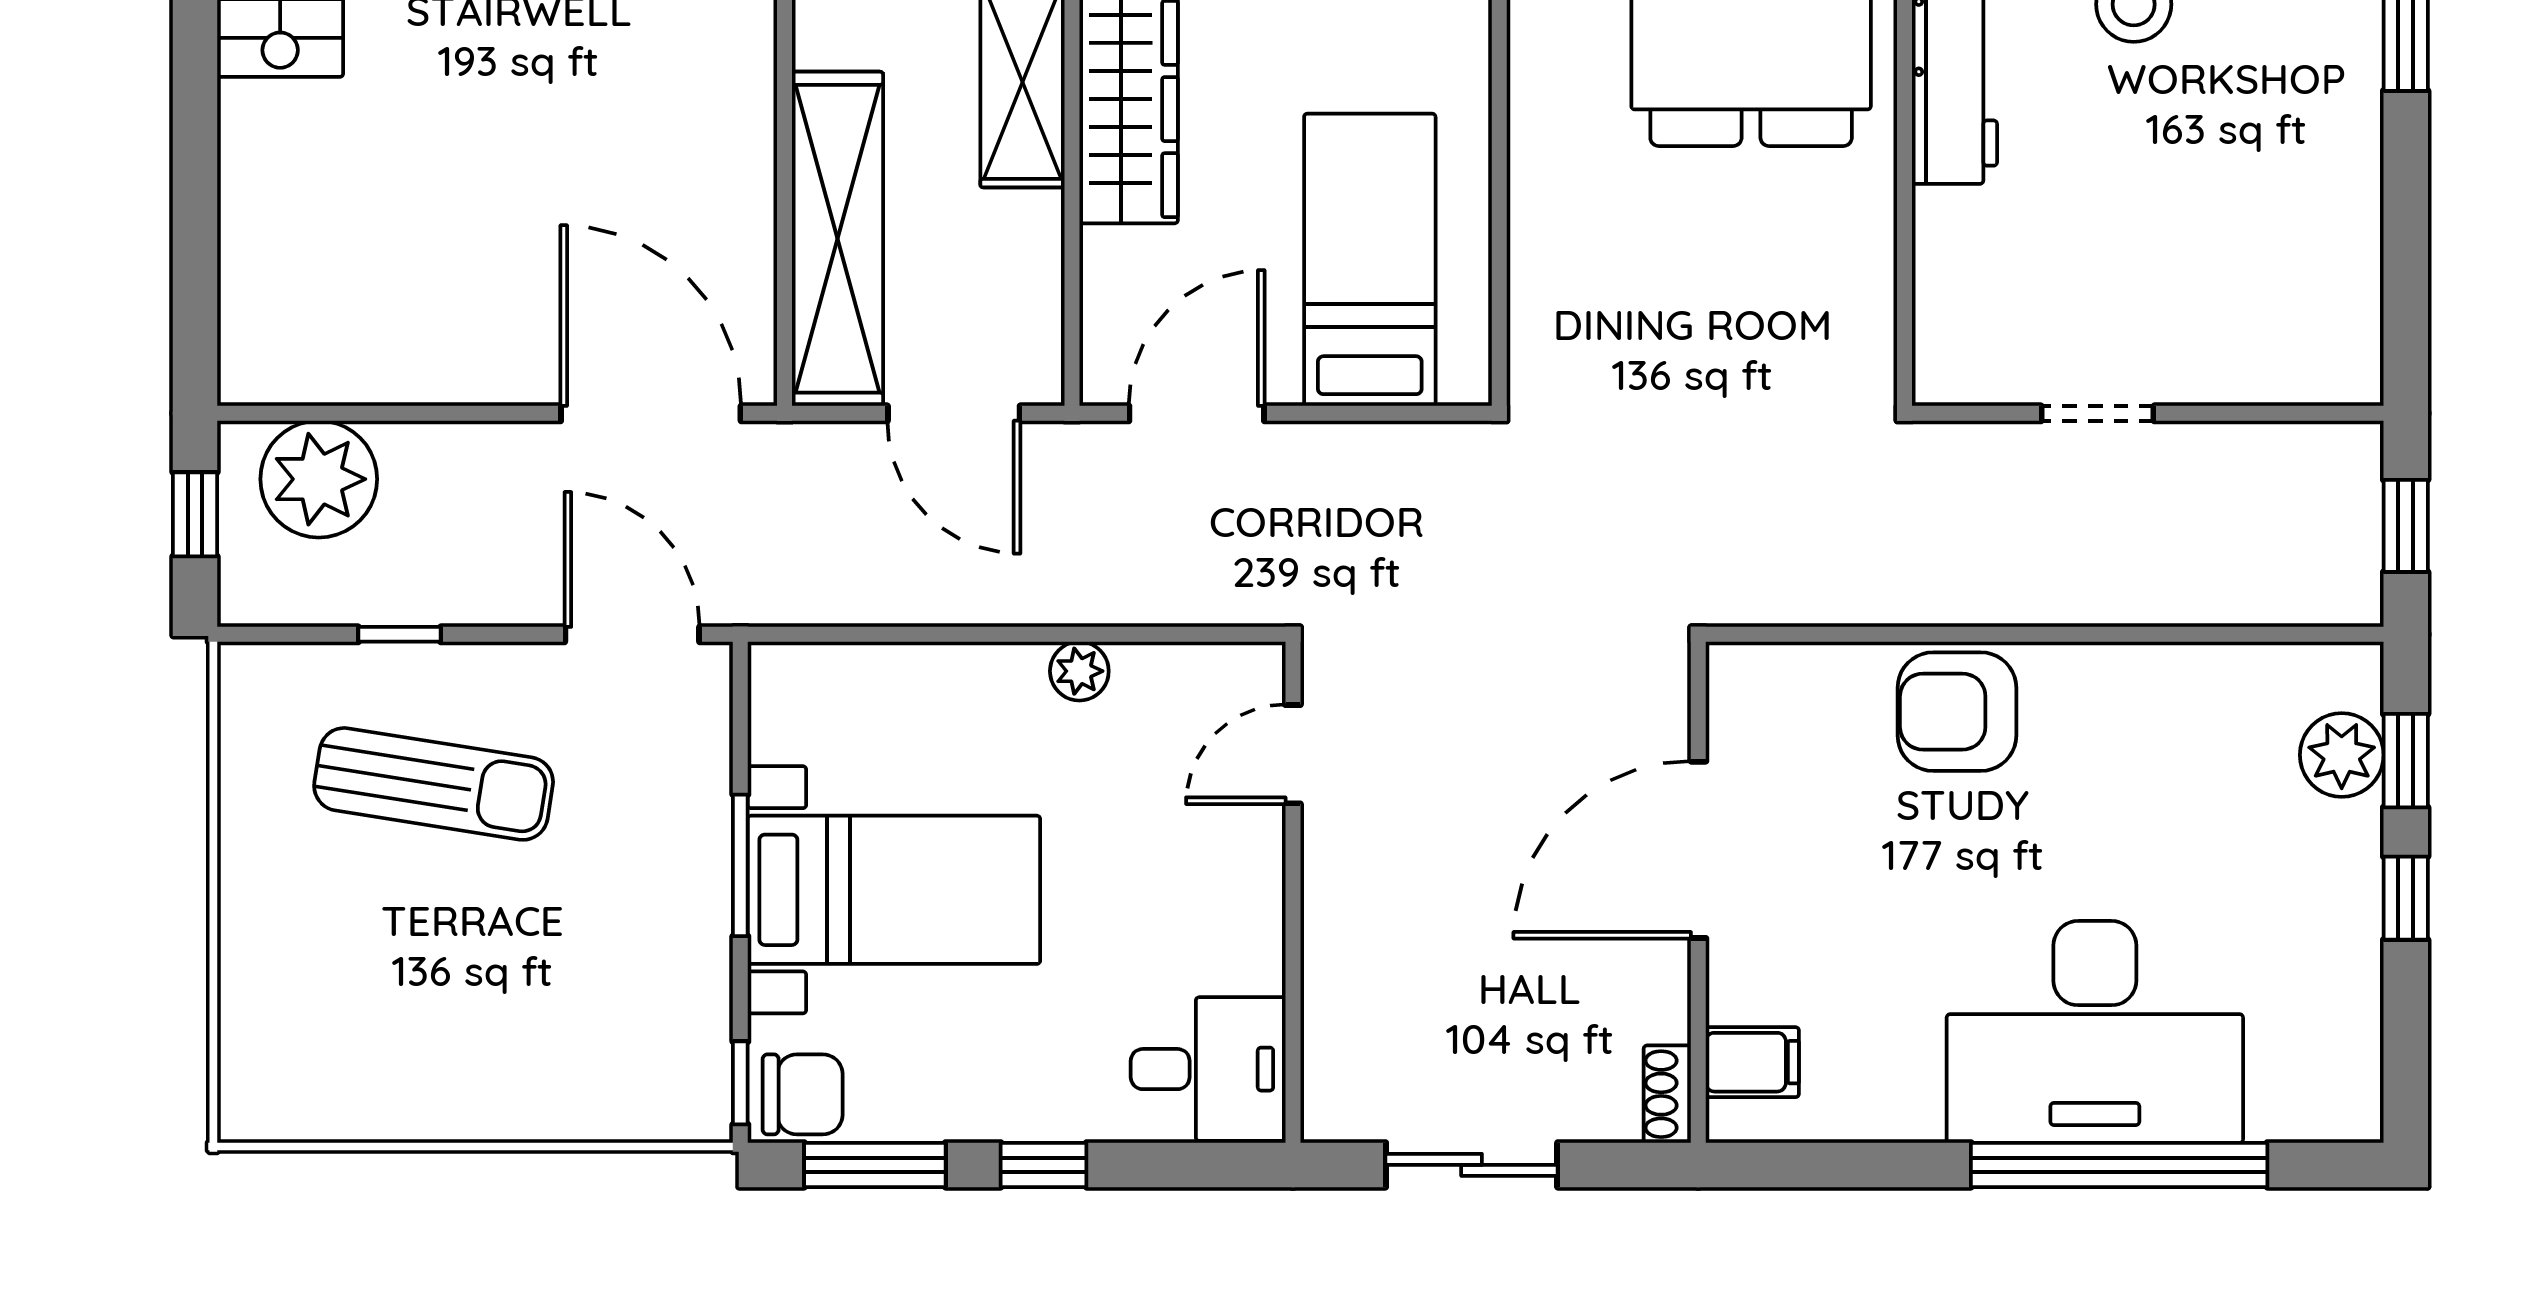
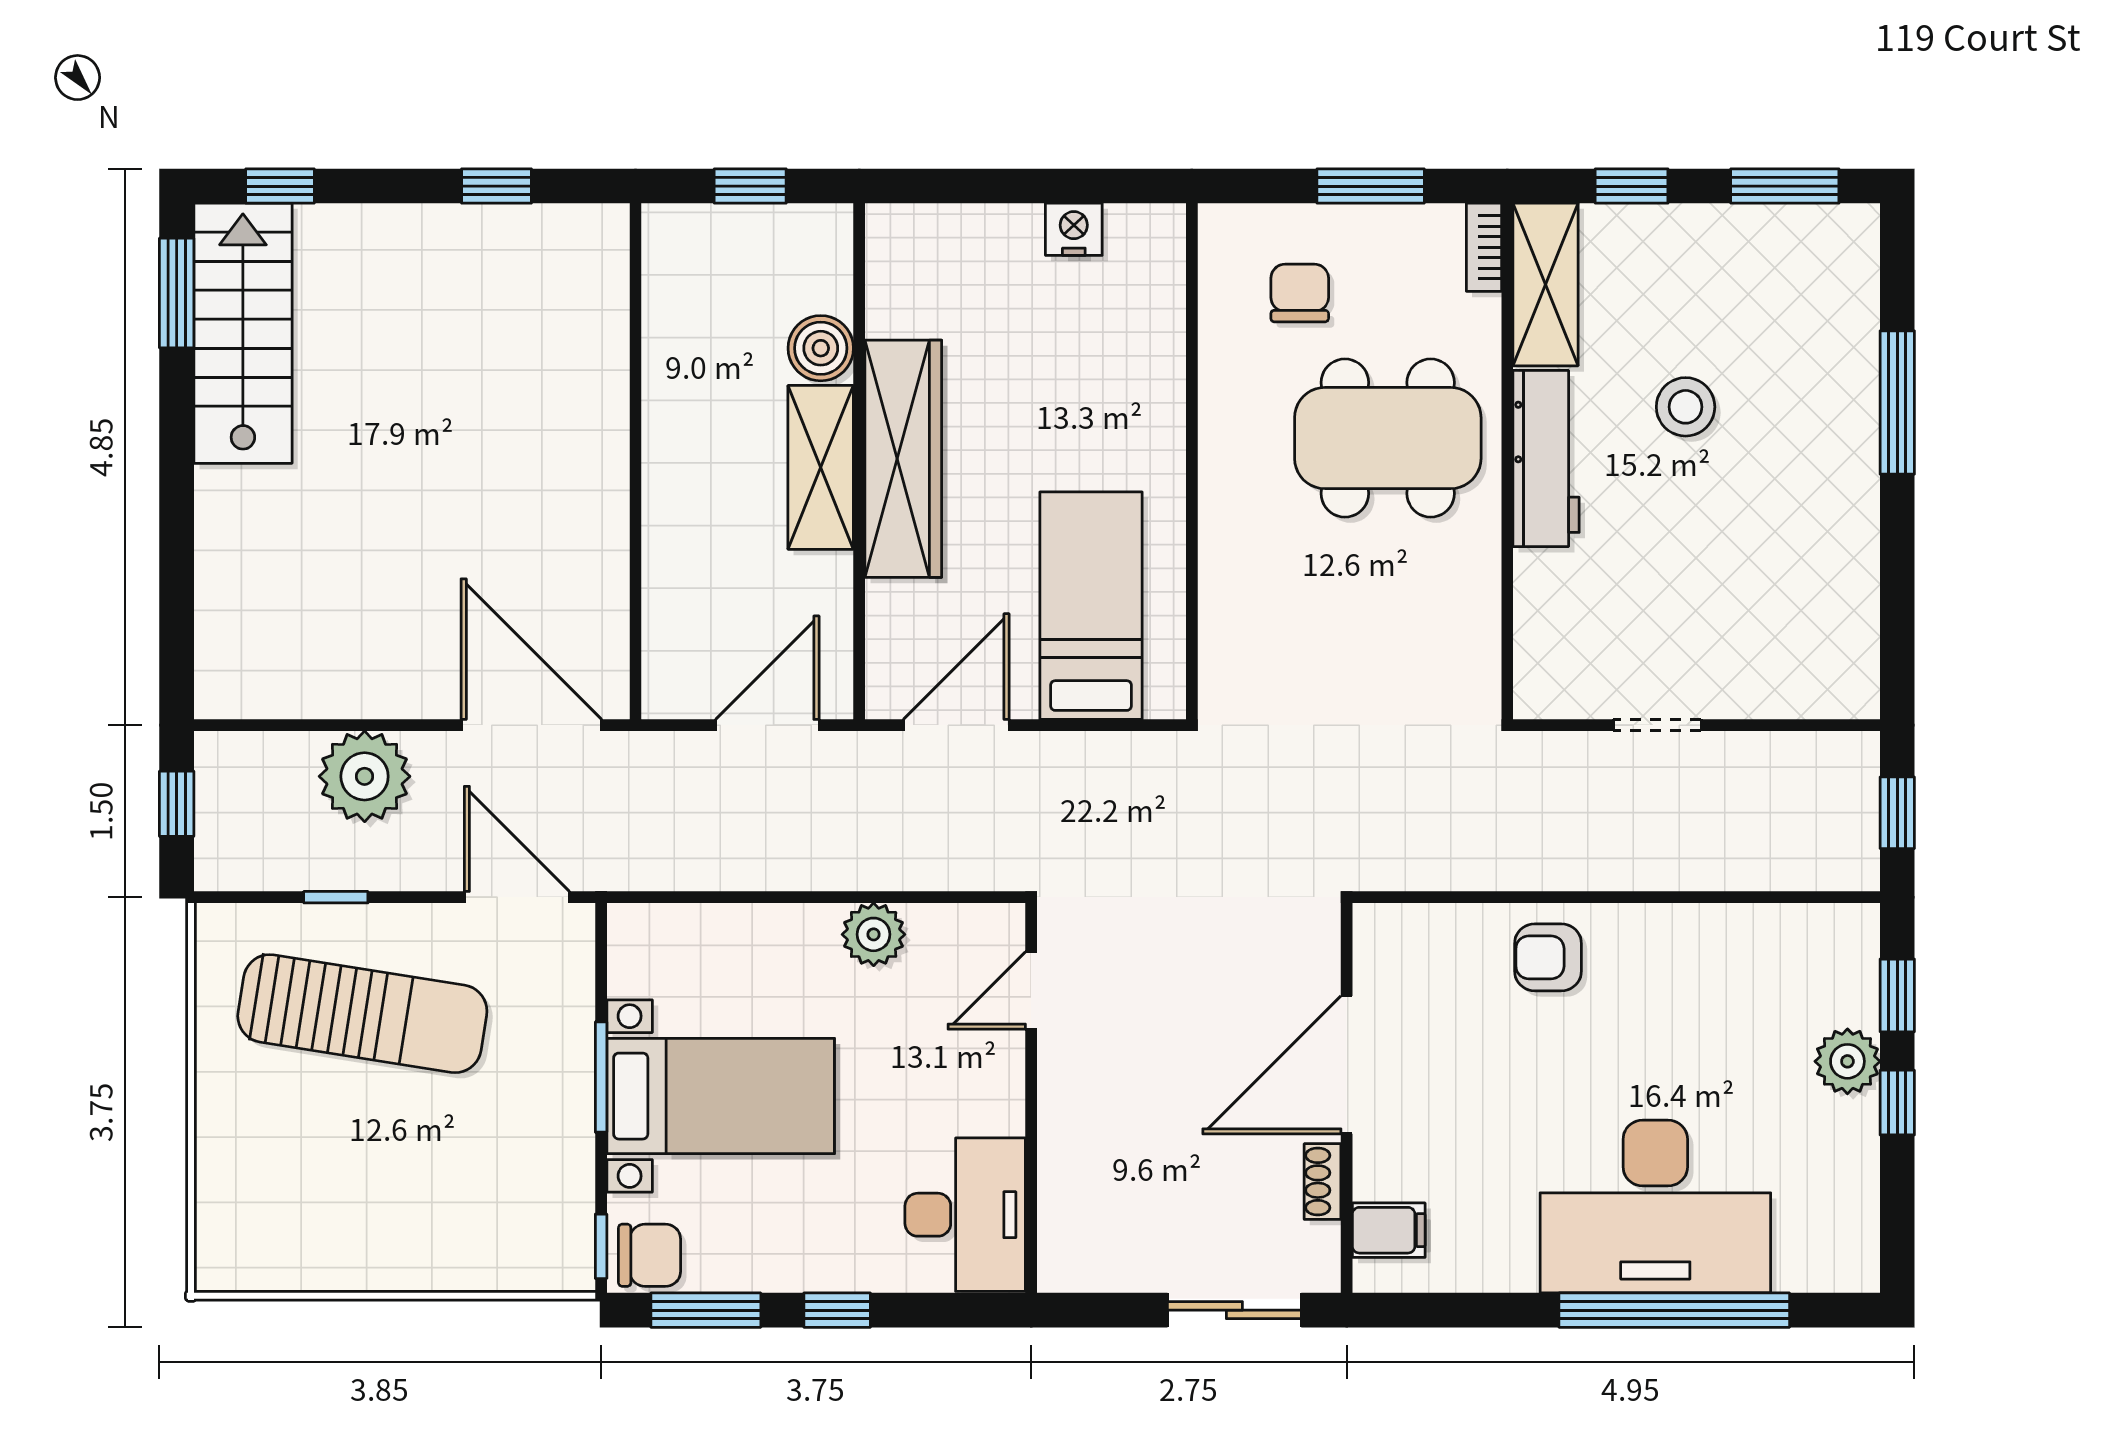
shelving: (837, 239) -> (677, 589), removed
door: (954, 413) -> (767, 725), swing flipped
plant: (319, 479) -> (365, 776), moved
plant: (1079, 671) -> (874, 934), width x1.38, depth x1.38
armchair: (1957, 712) -> (1548, 957), width x0.72, depth x0.72
plant: (2342, 755) -> (1847, 1061), moved
sun lounger: (434, 784) -> (362, 1014), width x1.36, depth x1.34
desk: (1208, 1069) -> (965, 1215), width x1.37
shoe rack: (1667, 1094) -> (1323, 1182), moved
sliding door: (1472, 1165) -> (1234, 1310), moved

